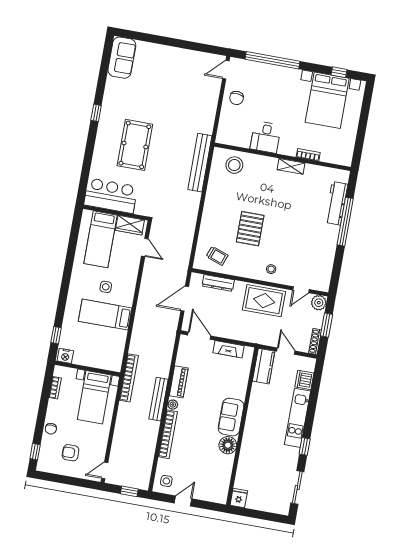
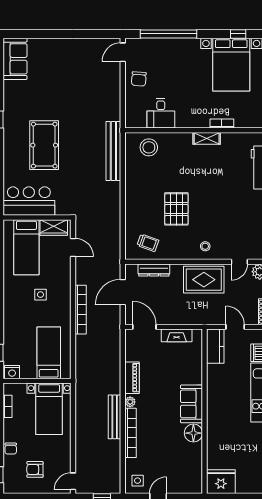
desk: (266, 137) -> (161, 113), moved
bed: (105, 315) -> (49, 353), moved, turned 90
bookcase: (129, 378) -> (81, 310), moved
bench: (159, 399) -> (115, 417), moved
fridge: (239, 498) -> (221, 482), width x1.88, depth x1.34

